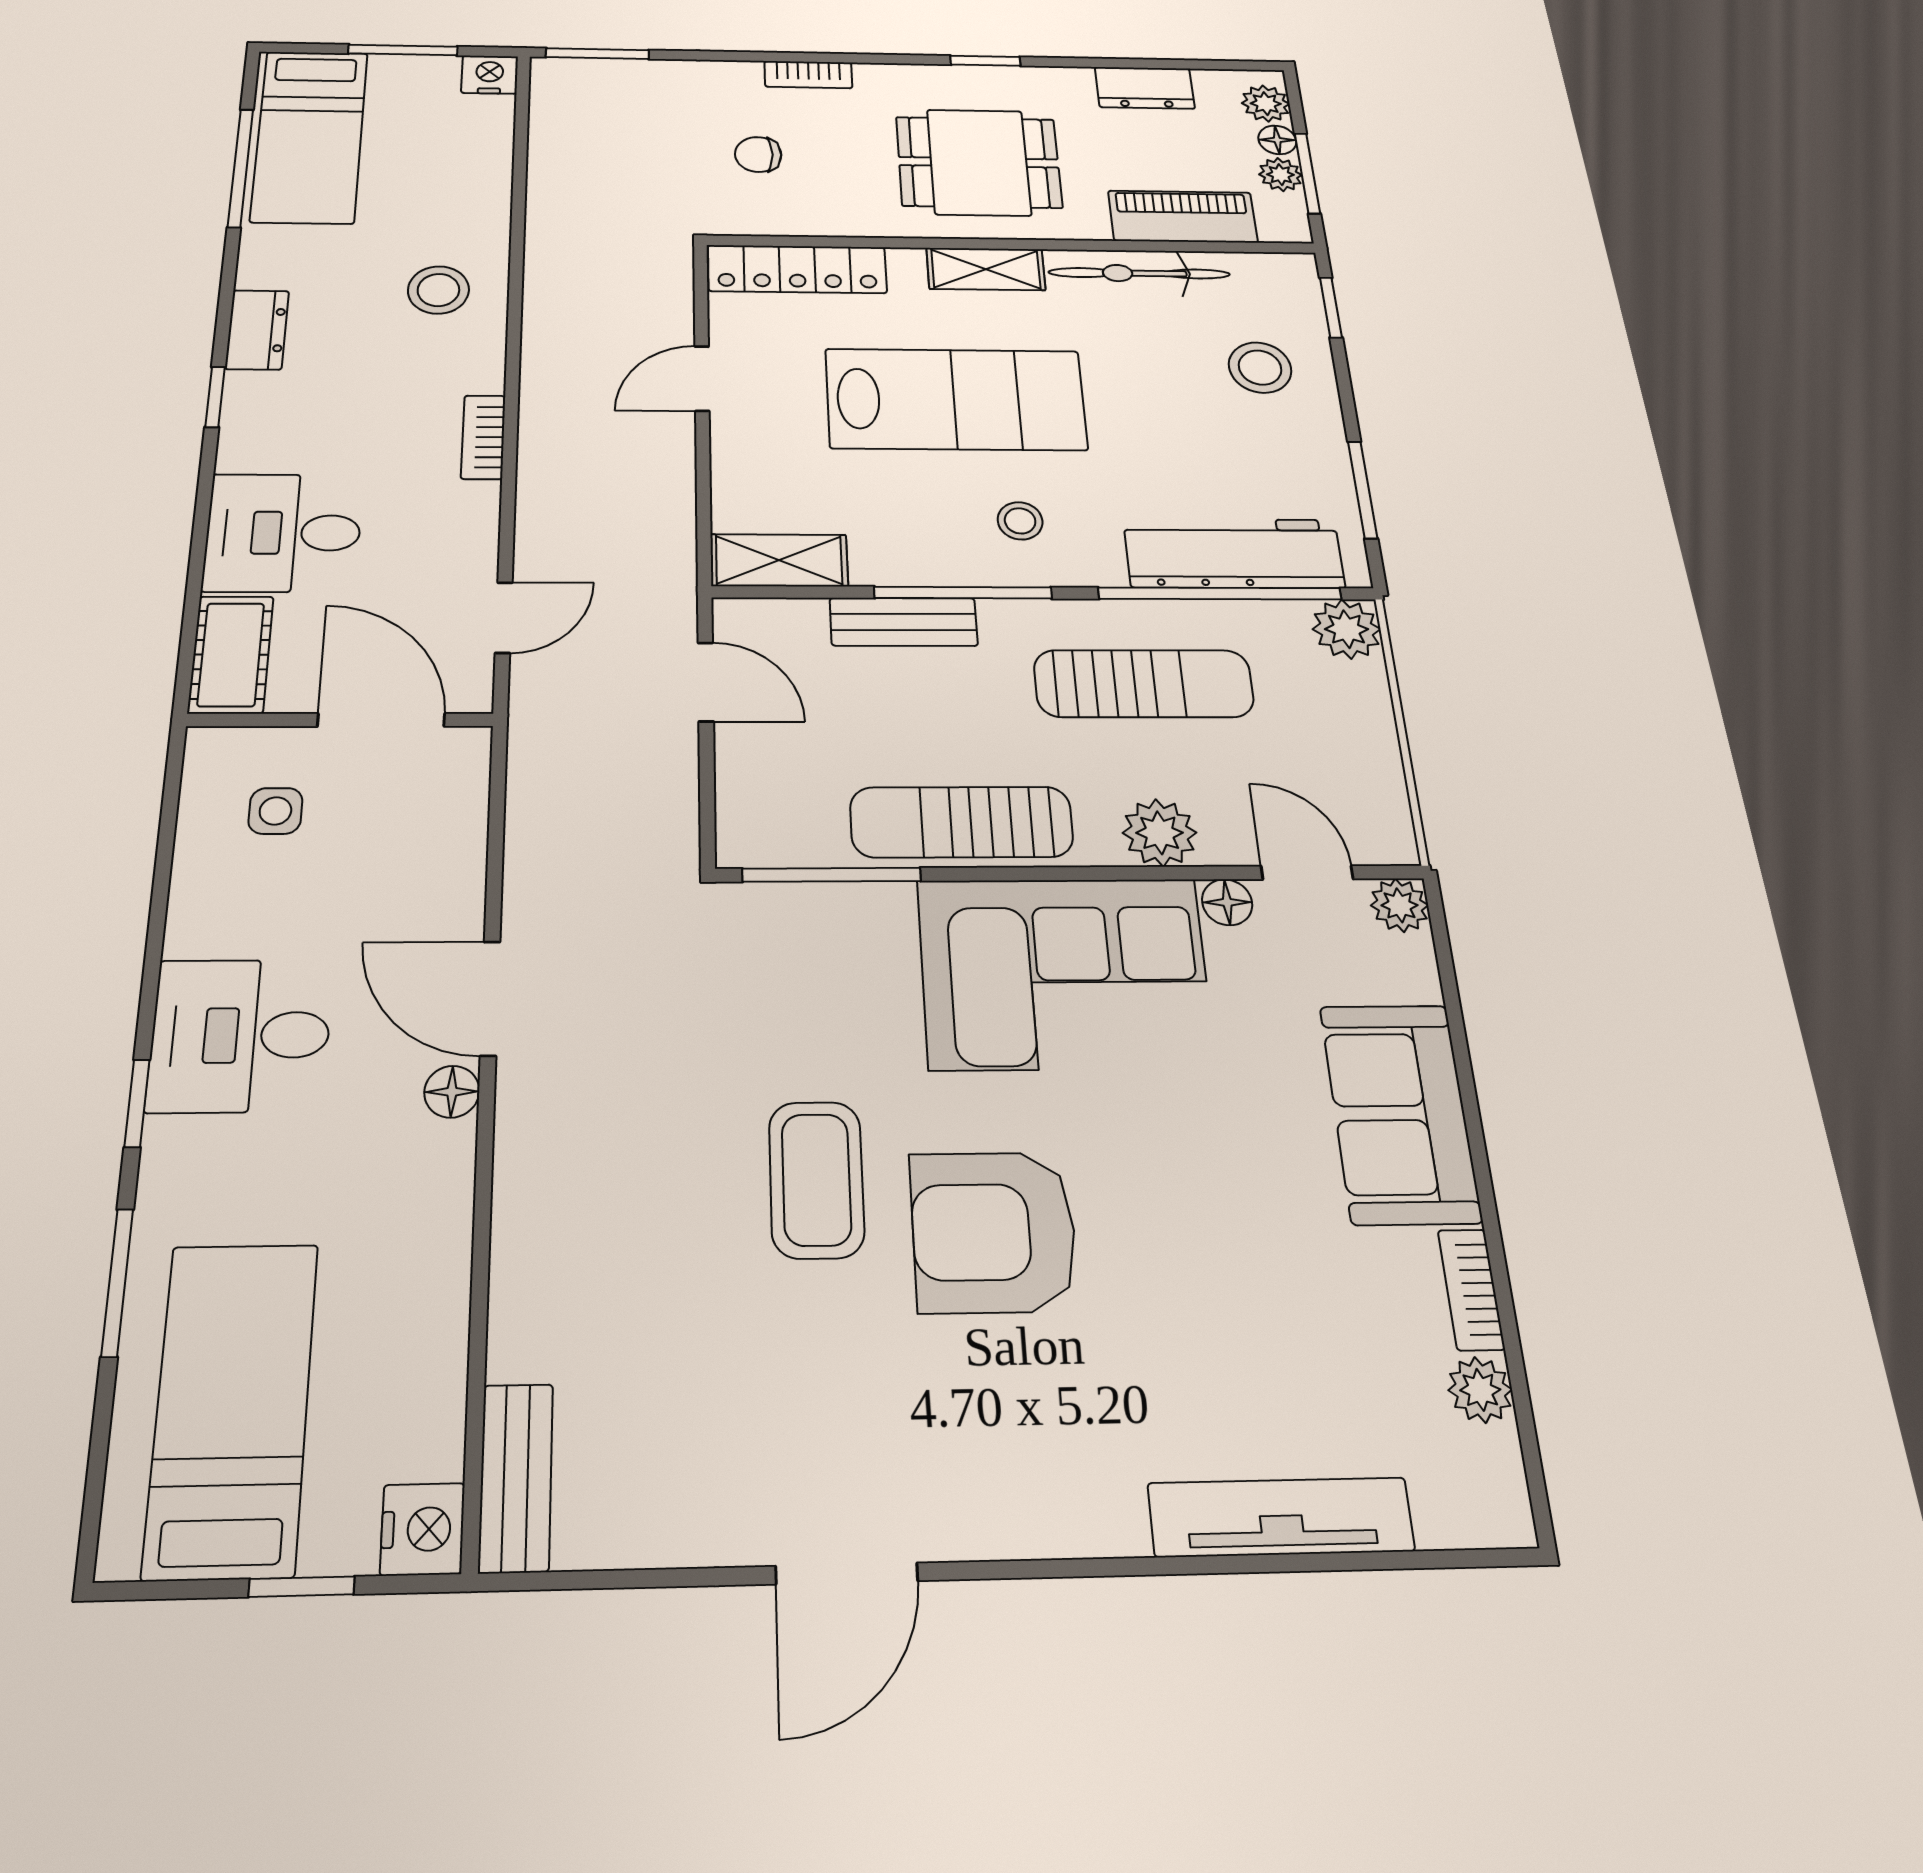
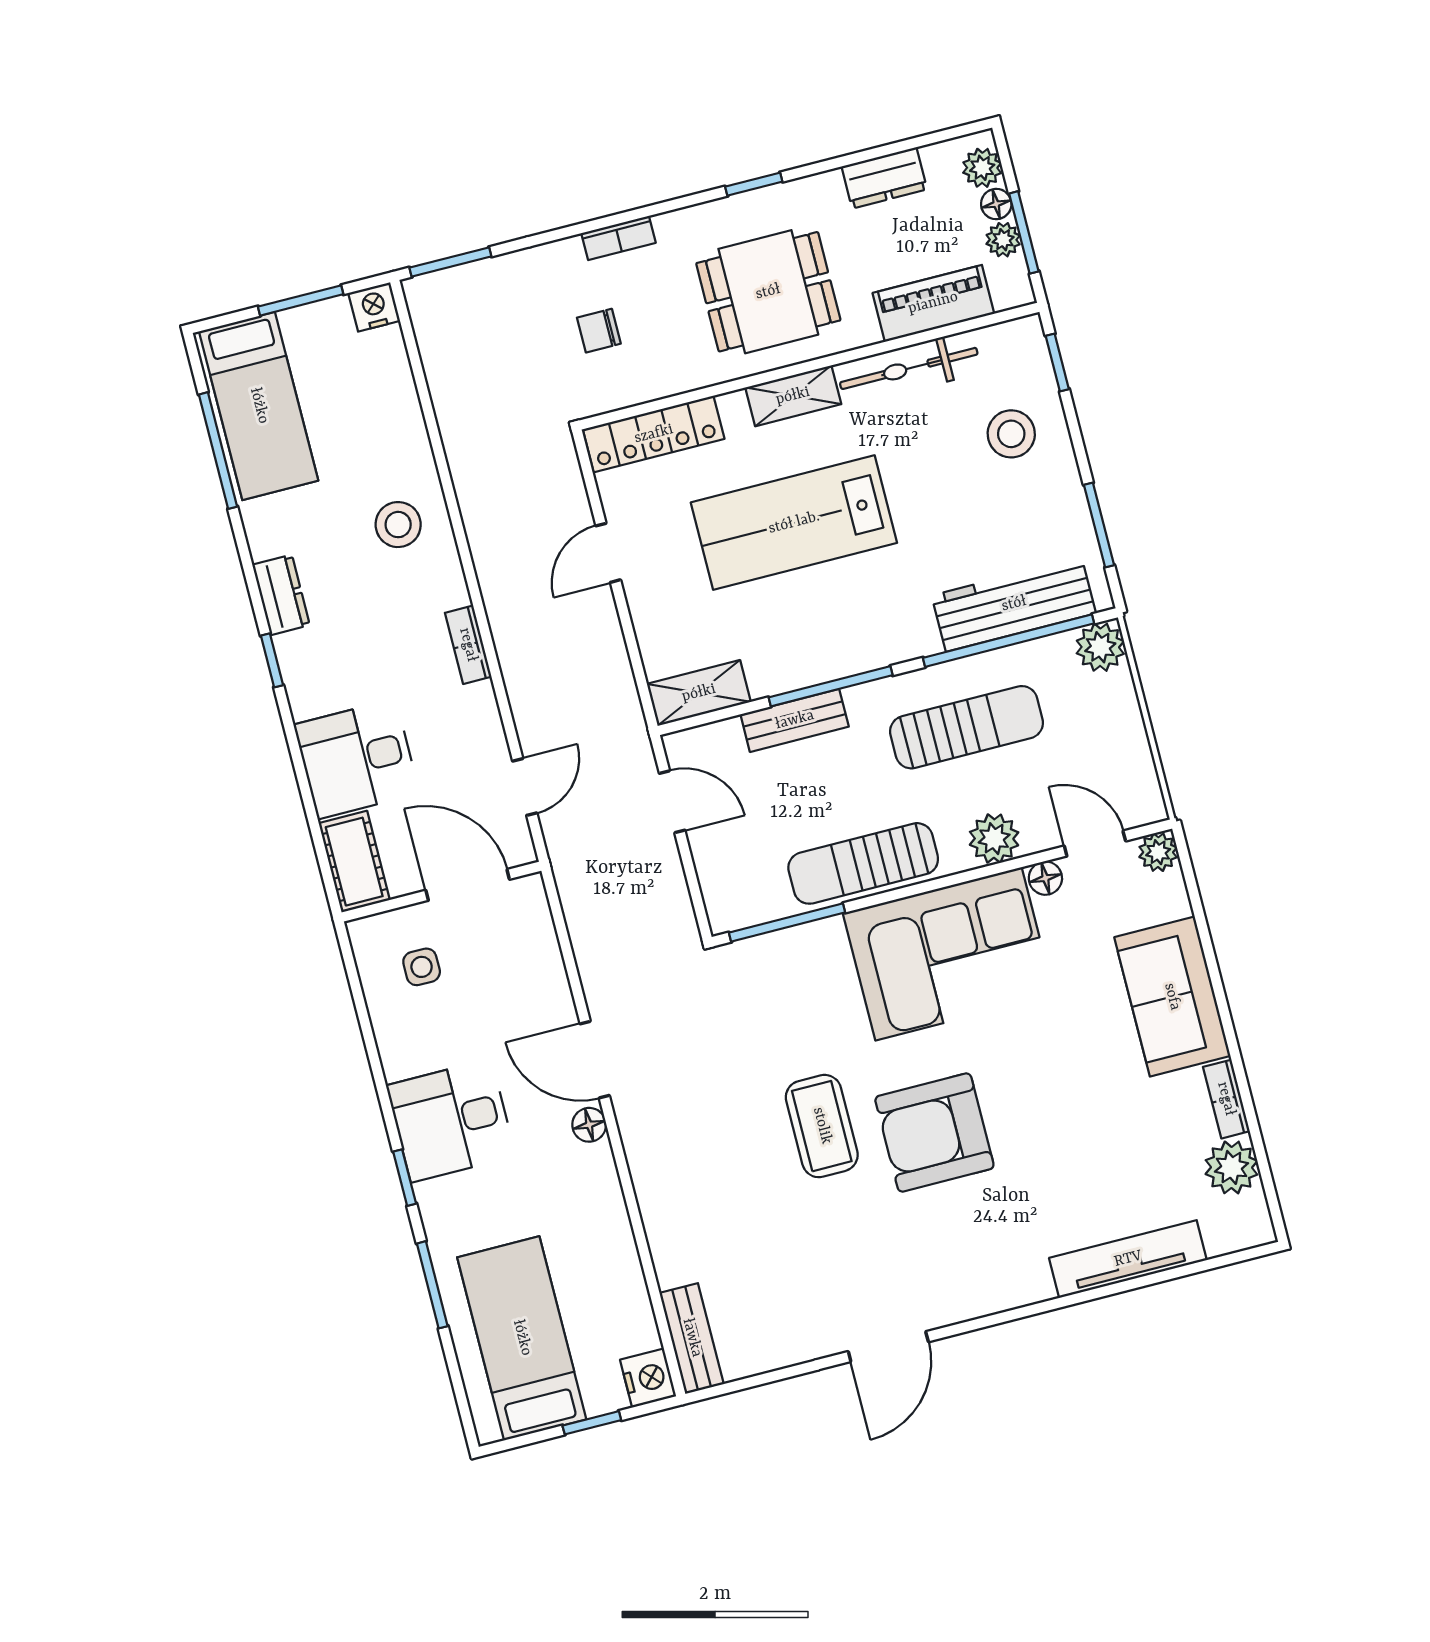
lab bench: (956, 399) -> (794, 523), turned 180
stool: (1020, 521) -> (859, 616), removed
plant: (1480, 1390) -> (1231, 1167), width x1.38, depth x1.38

